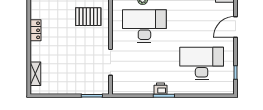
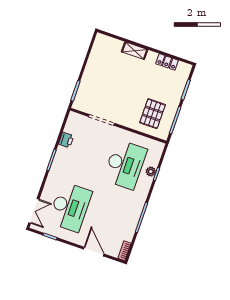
locker: (35, 30) -> (167, 62), moved
shelving: (35, 74) -> (135, 51), moved
printer: (160, 89) -> (66, 140), moved
double door: (217, 96) -> (34, 211), added

